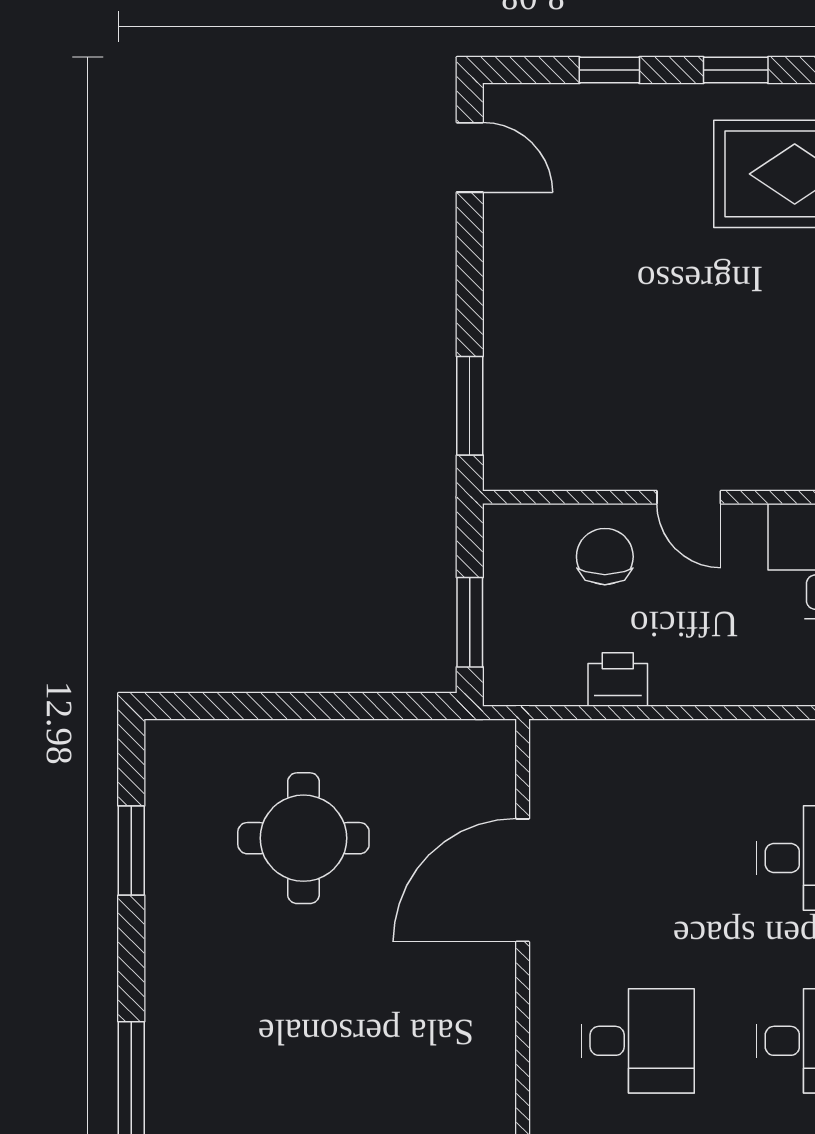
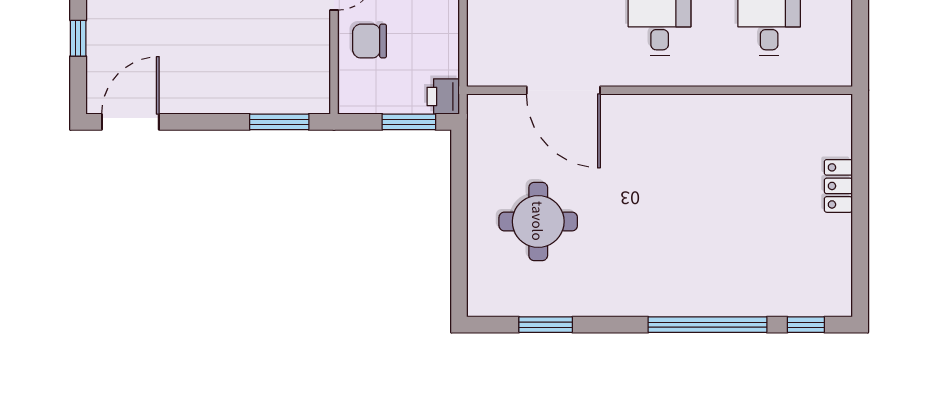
door: (470, 157) -> (130, 122), width x1.38
printer: (618, 680) -> (443, 96), moved

